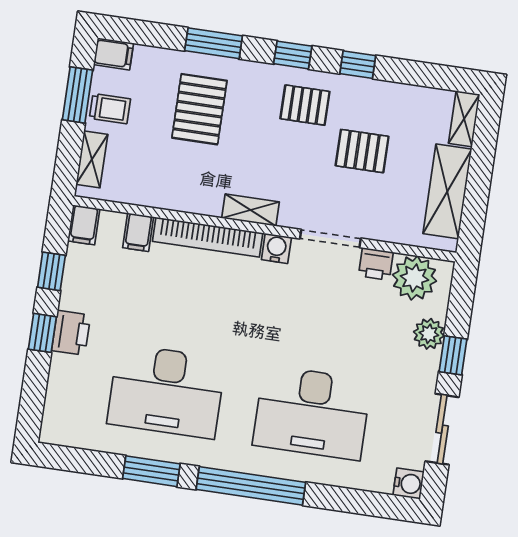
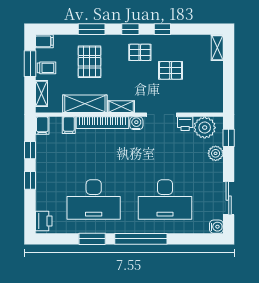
shelving: (447, 191) -> (85, 104), moved, turned 90
printer: (71, 333) -> (44, 221), moved
window: (453, 355) -> (229, 138), moved

